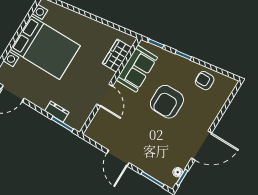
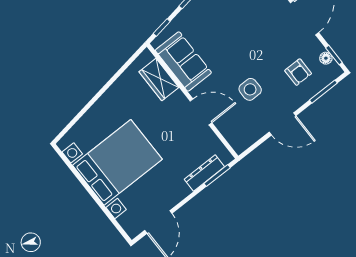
armchair: (167, 102) -> (298, 72), moved, width x0.53, depth x0.53
dresser: (57, 112) -> (204, 173), width x1.44
side table: (134, 125) -> (250, 89), added

